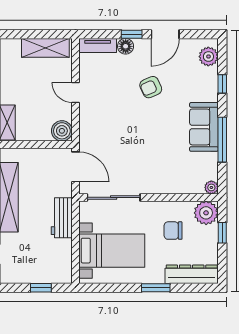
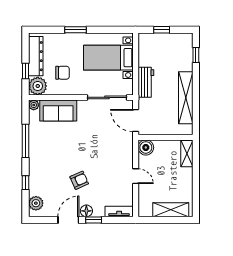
floor lamp: (126, 46) -> (86, 211), moved
shelving: (45, 48) -> (171, 210), moved
sofa: (204, 127) -> (58, 111), moved, turned 90
dresser: (192, 274) -> (36, 56), moved, turned -90

